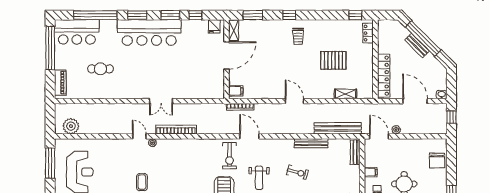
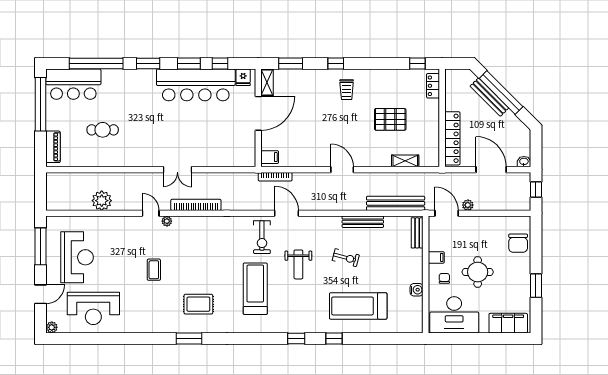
bar counter: (149, 32) -> (196, 85), moved
bench: (417, 46) -> (489, 97), width x1.36
plant: (71, 126) -> (102, 201), moved

